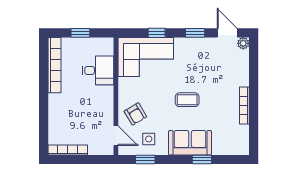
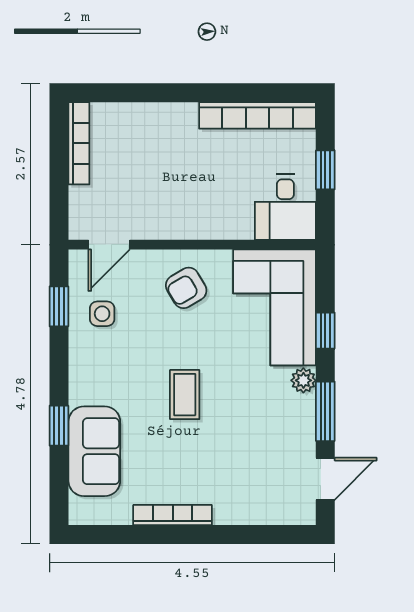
window: (195, 33) -> (325, 411), width x1.50
plant: (243, 43) -> (303, 380), moved
desk: (98, 70) -> (285, 207), moved
armchair: (135, 114) -> (186, 288), moved
sofa: (190, 143) -> (94, 451), moved

